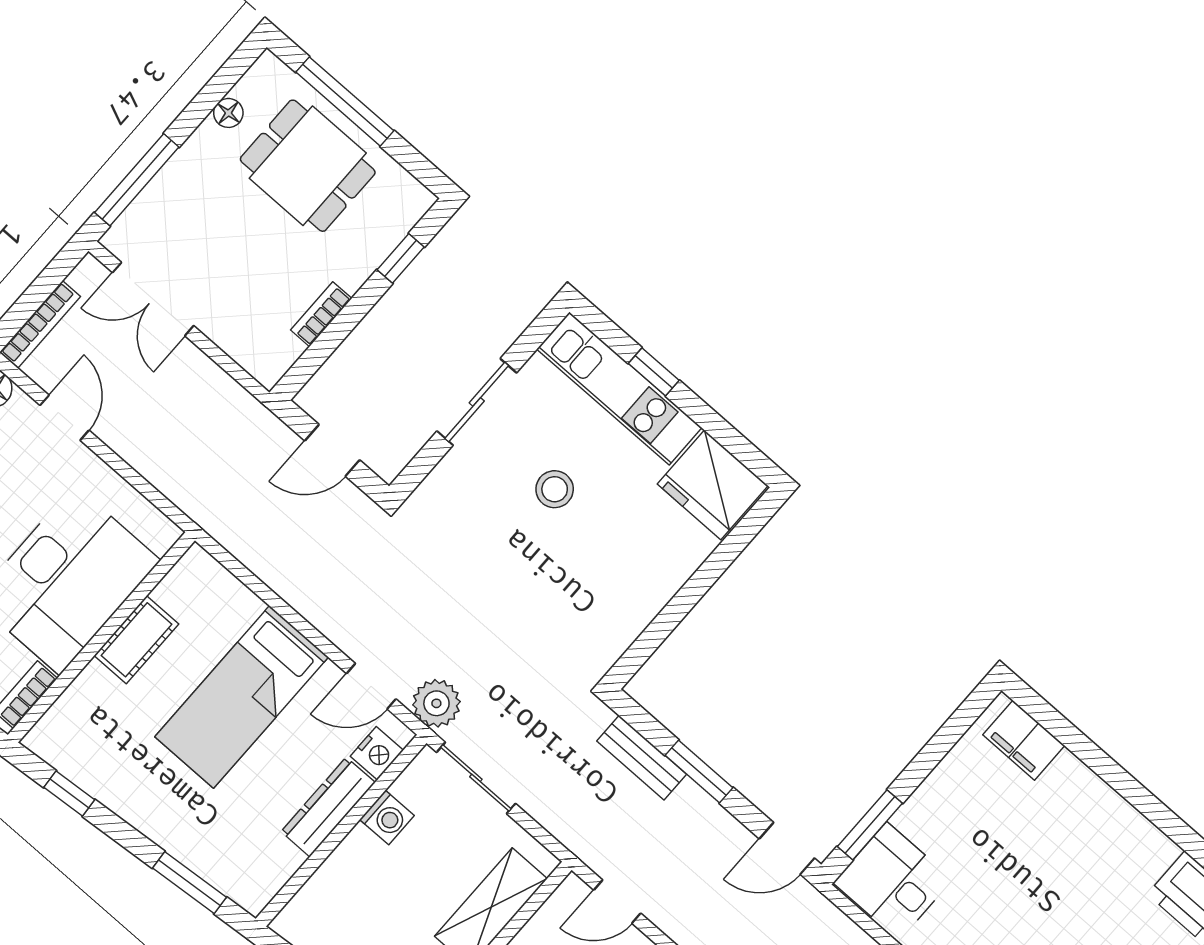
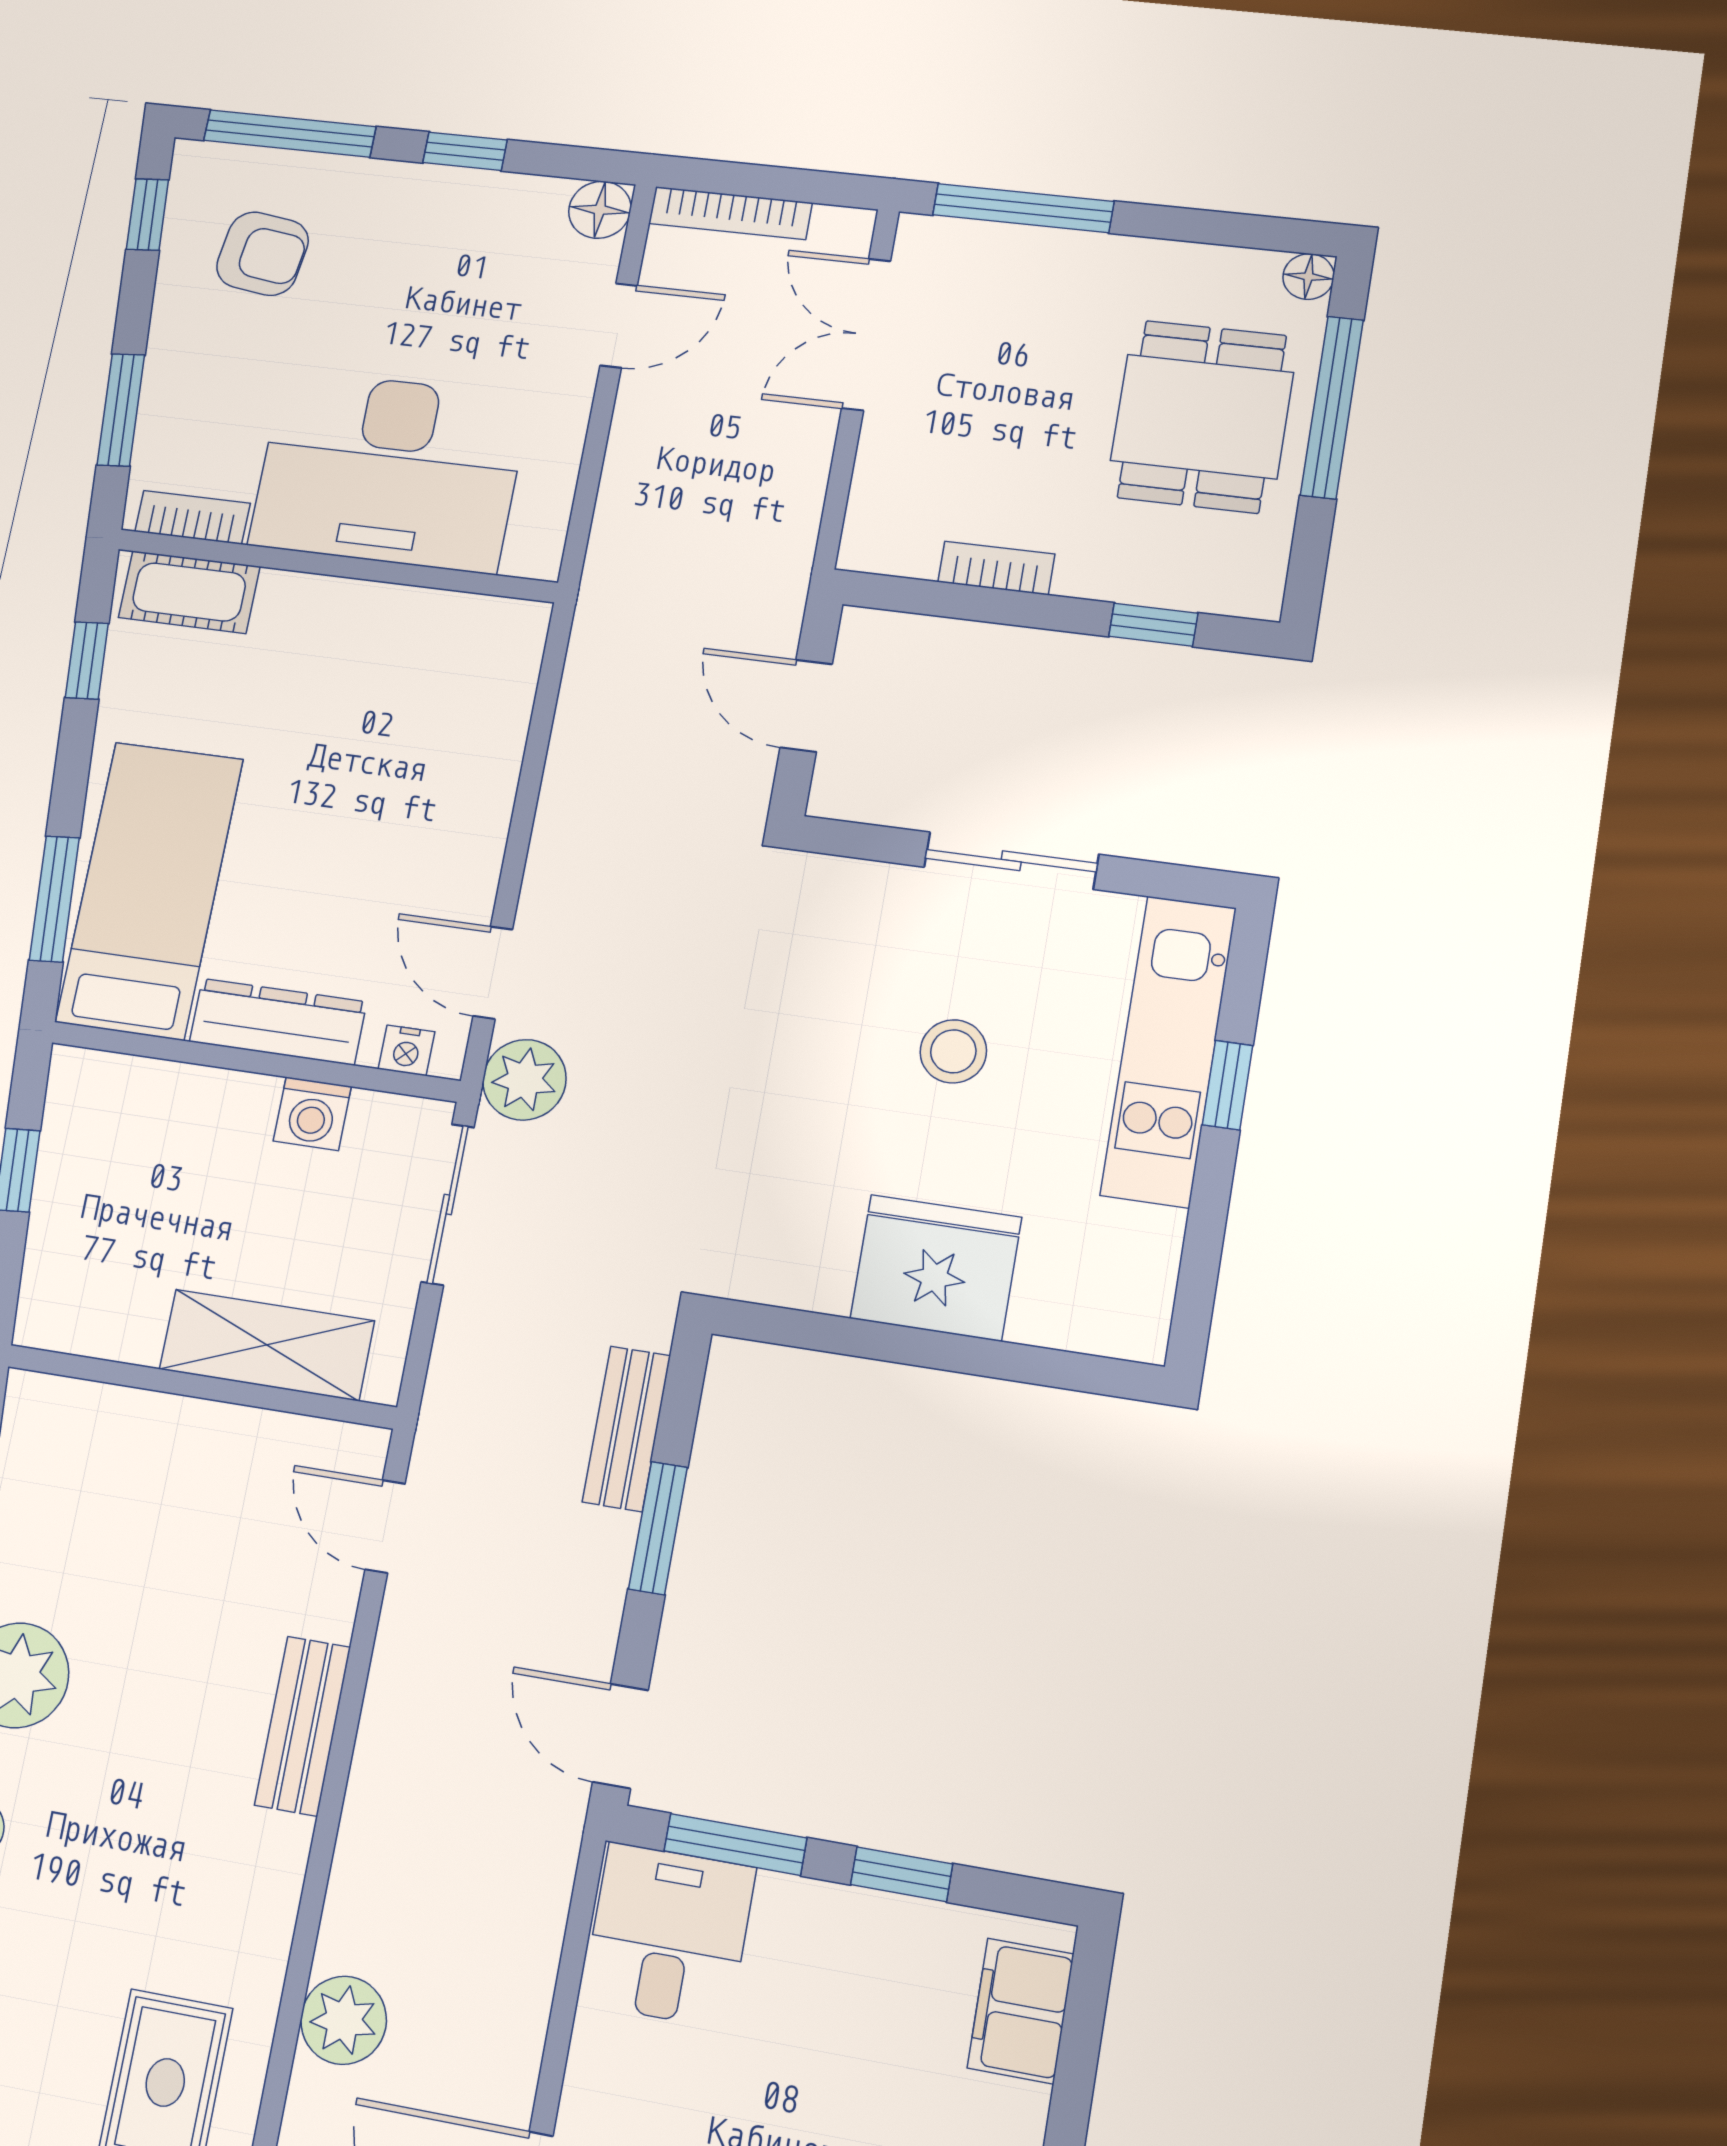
floor lamp: (228, 113) -> (1308, 277), moved
fridge: (713, 485) -> (936, 1268), moved, turned 90
cot: (136, 640) -> (189, 592), moved
bed: (242, 697) -> (150, 890), moved, turned 90
nightstand: (377, 753) -> (406, 1050), width x0.72, depth x0.74
window: (930, 756) -> (902, 1874), added

